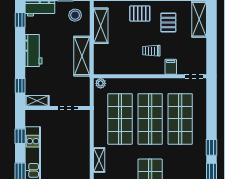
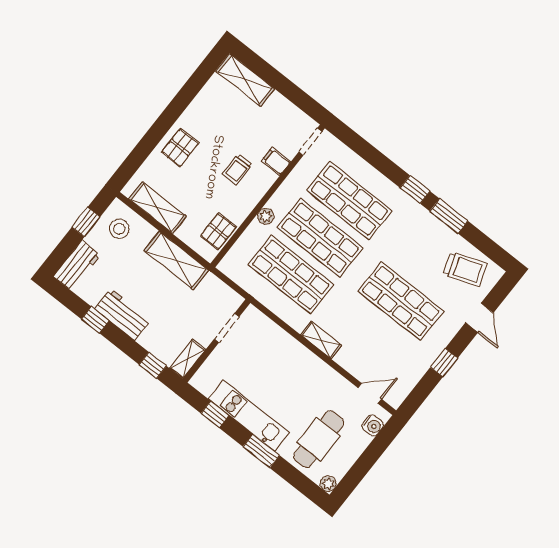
window: (20, 20) -> (95, 320), moved
pallet: (168, 22) -> (218, 231), moved, turned 90
plant: (101, 83) -> (266, 216), moved

